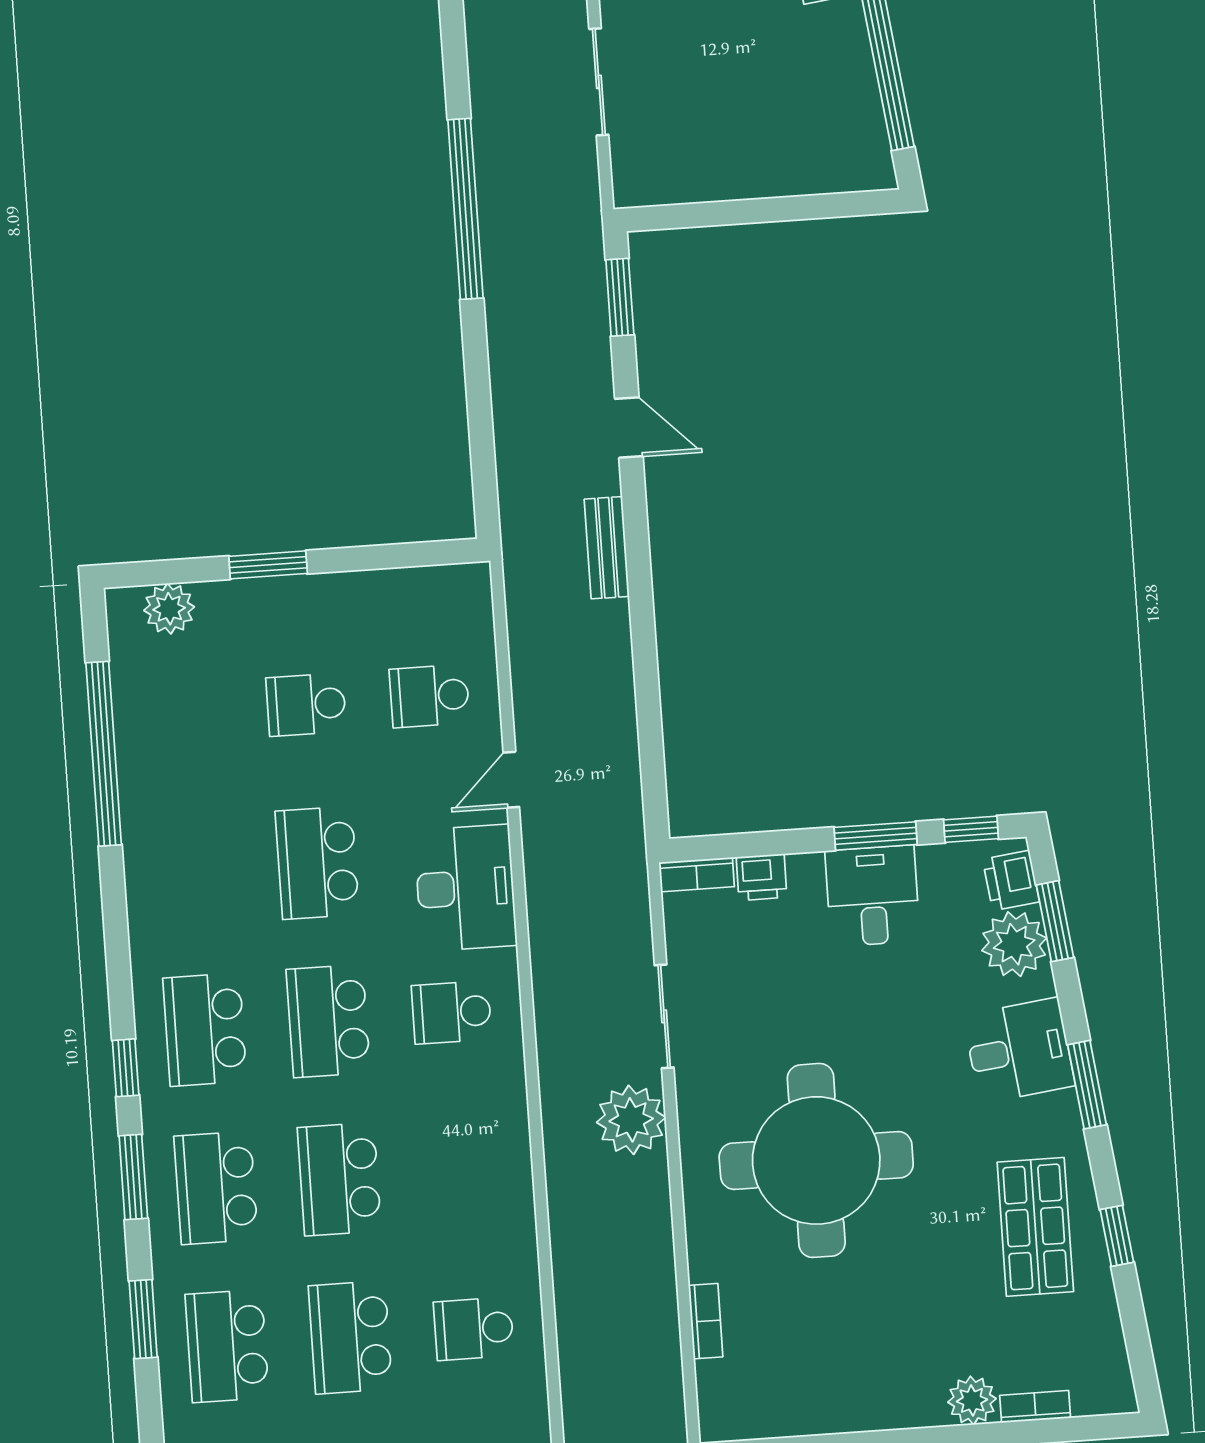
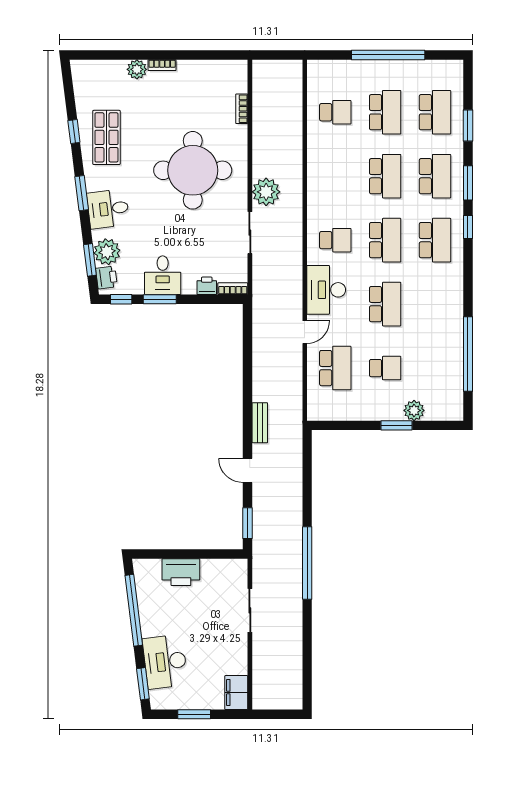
printer: (776, 165) -> (181, 572), added
plant: (169, 609) -> (414, 410), moved
school desk: (429, 696) -> (335, 368), width x1.85
bookcase: (1035, 1407) -> (162, 65), moved

